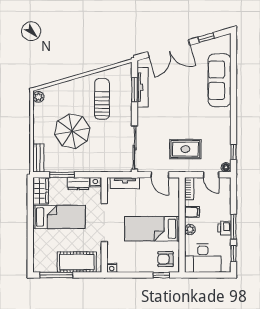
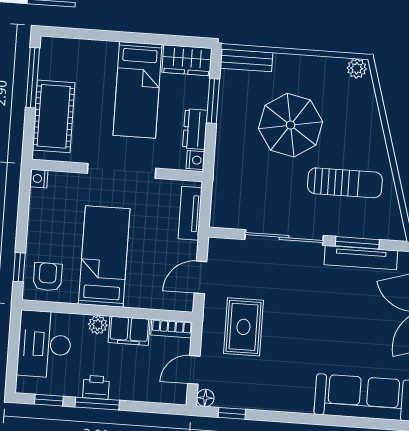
sliding door: (135, 148) -> (284, 238), moved
filing cabinet: (192, 212) -> (129, 331), width x2.00

